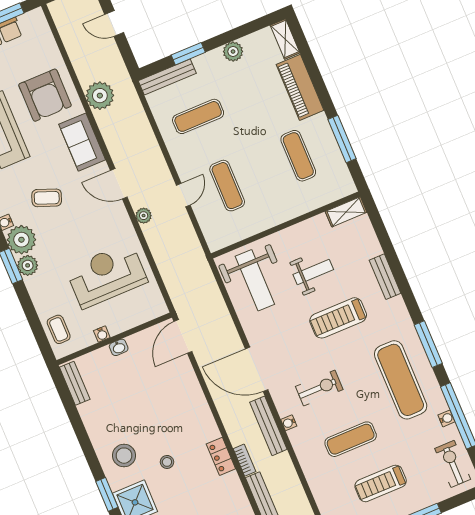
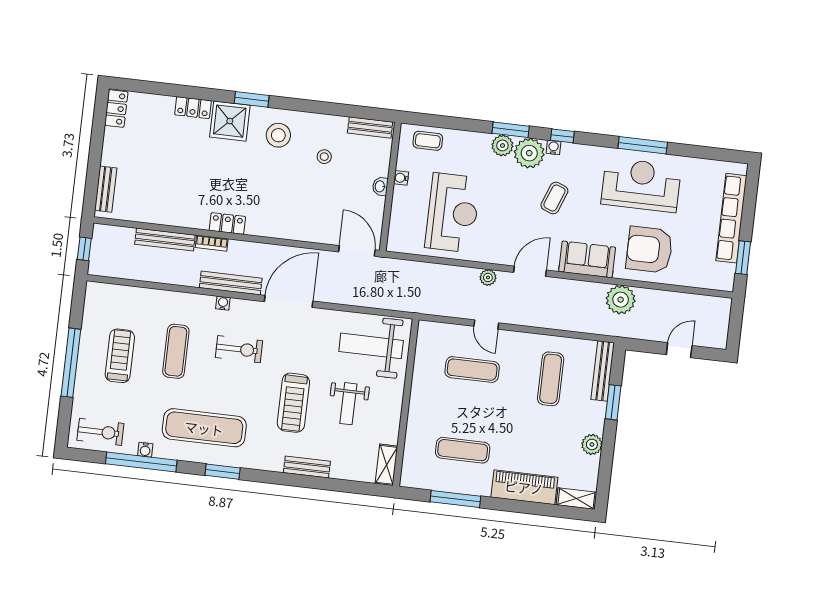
treadmill: (338, 318) -> (293, 403), turned 180
window: (428, 344) -> (223, 472), width x0.69
exercise bike: (319, 388) -> (239, 349), turned -90
stool: (167, 462) -> (324, 157), moved

